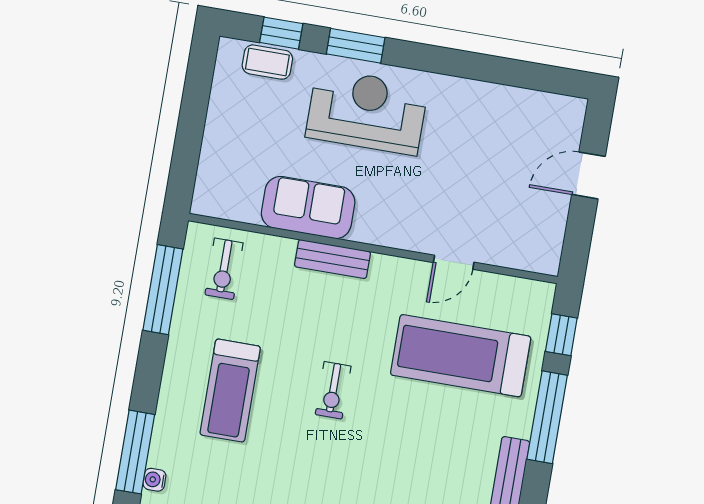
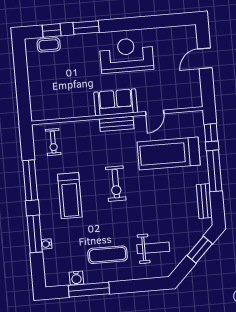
reception desk: (367, 112) -> (127, 55), moved
sofa: (308, 208) -> (116, 102), moved
bench: (332, 259) -> (117, 124), moved
window: (163, 290) -> (30, 180), moved
exercise bike: (333, 390) -> (116, 184), width x1.38, depth x1.39

